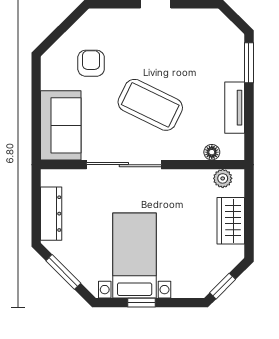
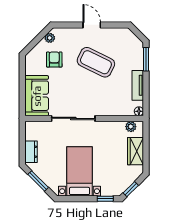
plant: (83, 26) -> (50, 38), added
coffee table: (150, 105) -> (96, 62), moved
floor lamp: (212, 152) -> (139, 111), moved
dresser: (51, 214) -> (31, 152), width x0.70
window: (141, 303) -> (105, 199), moved

